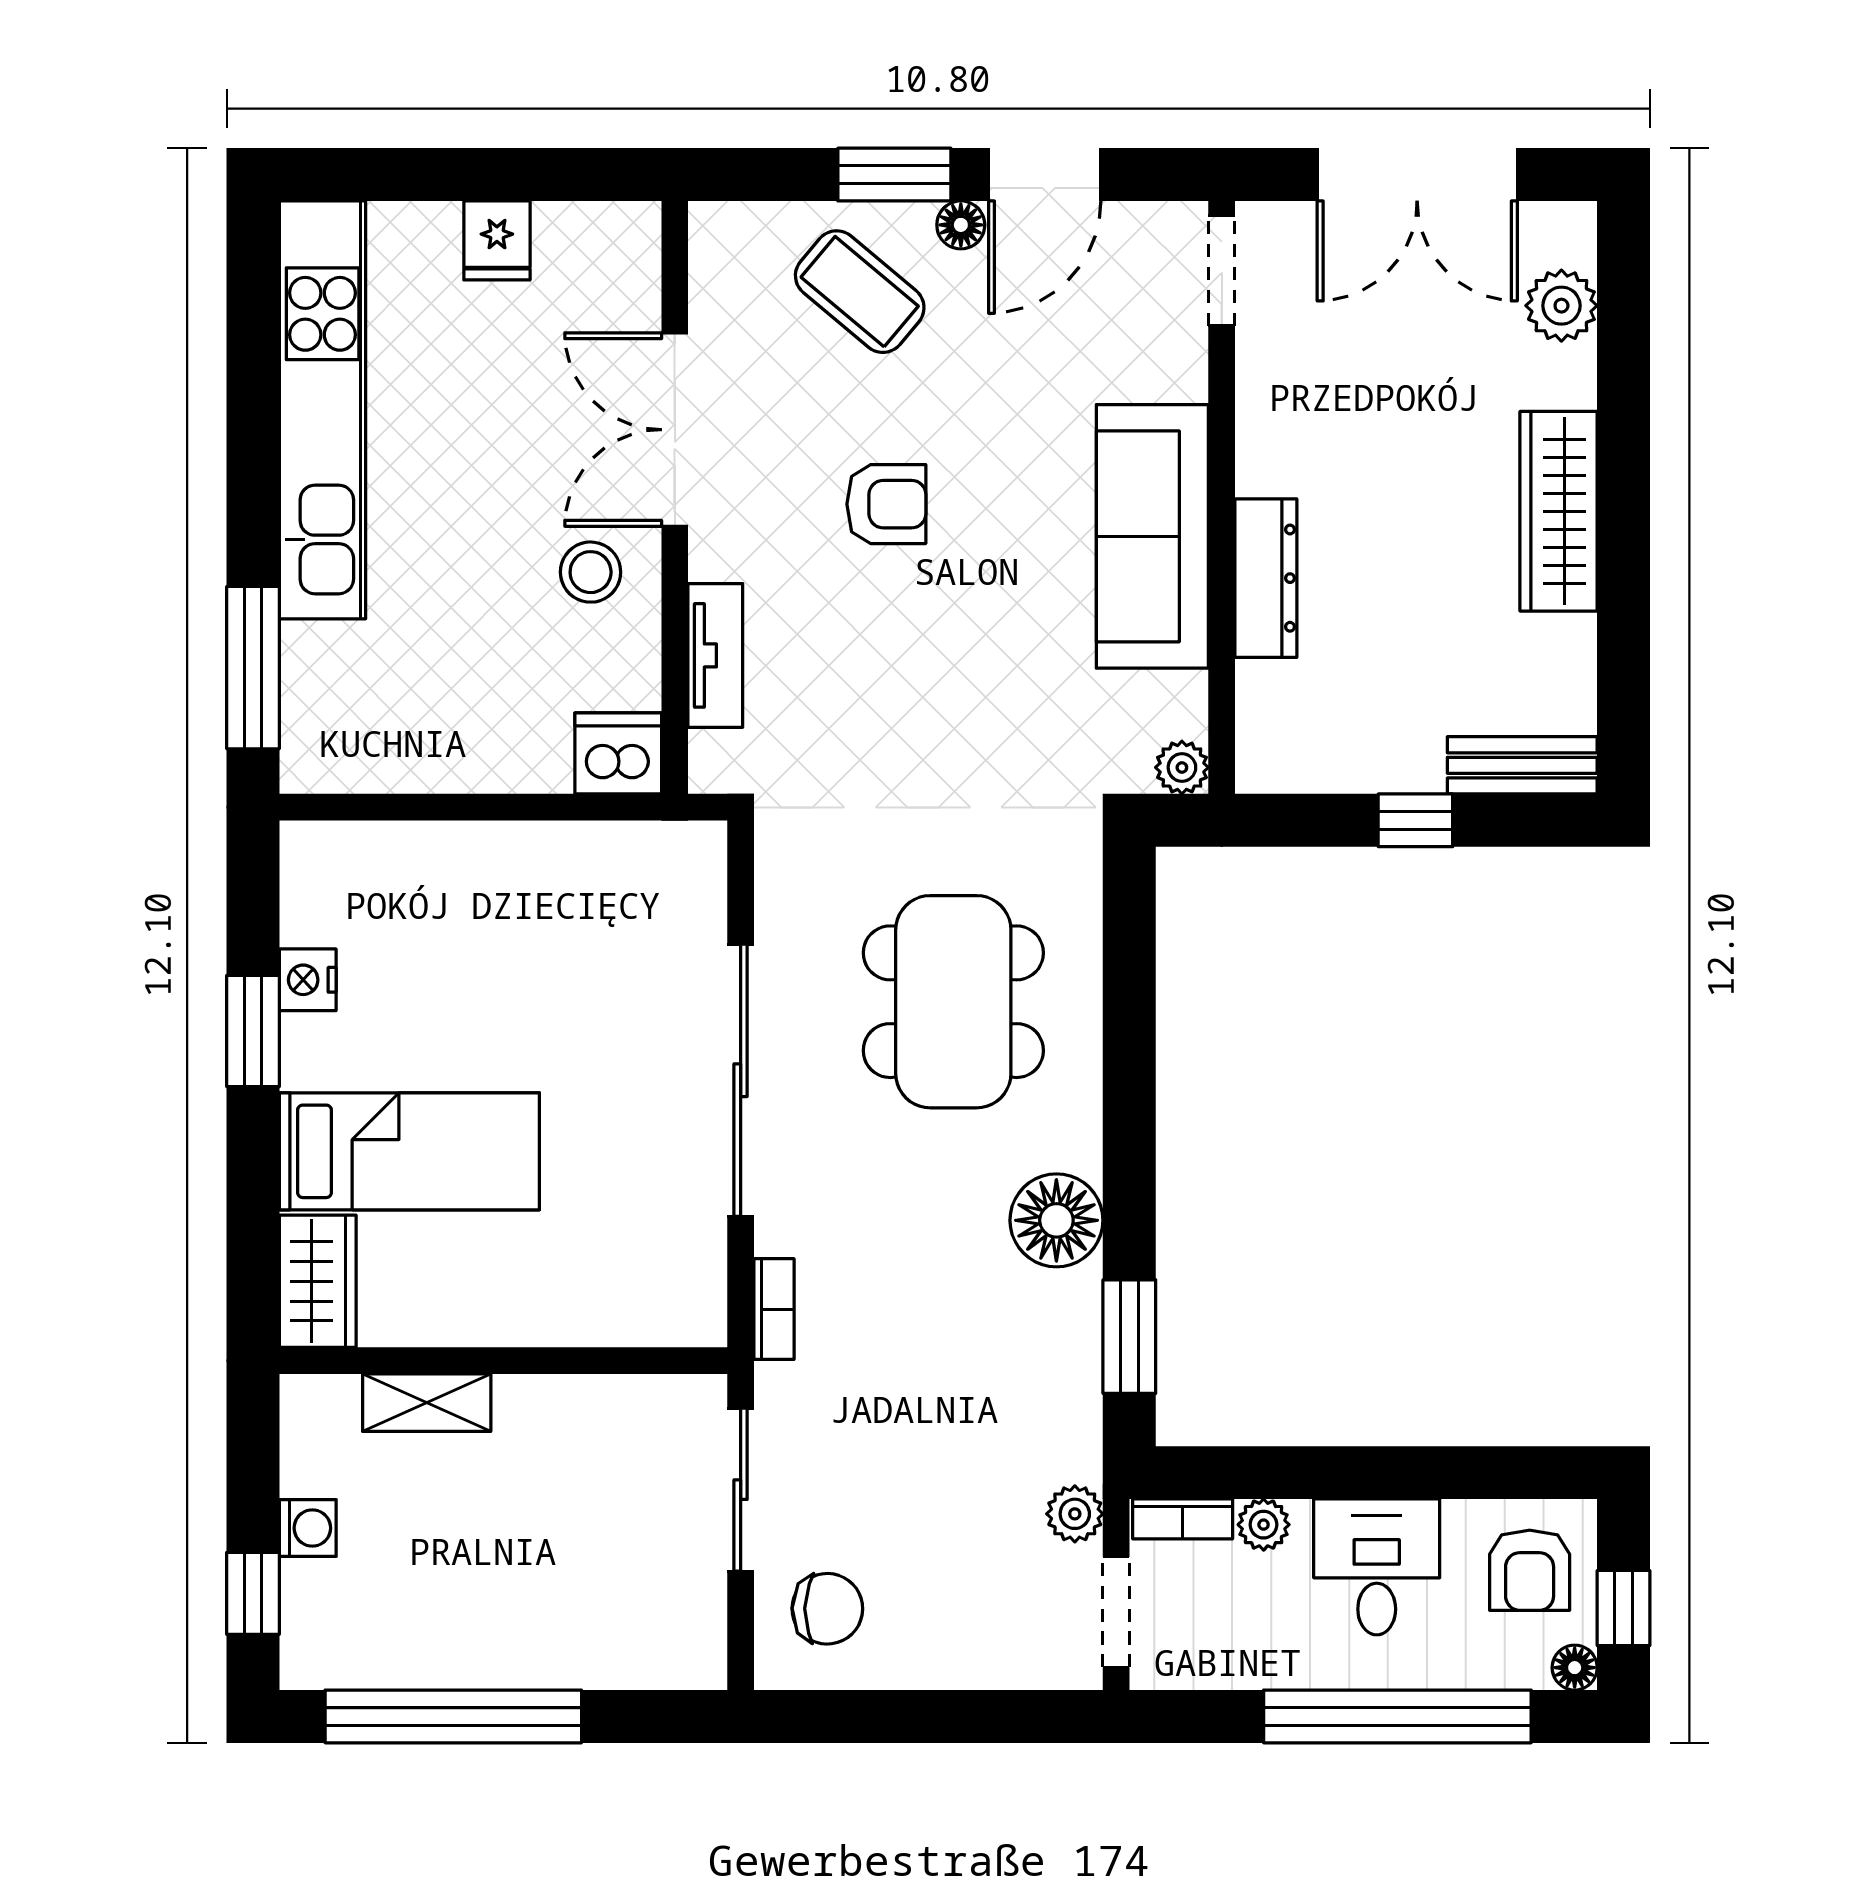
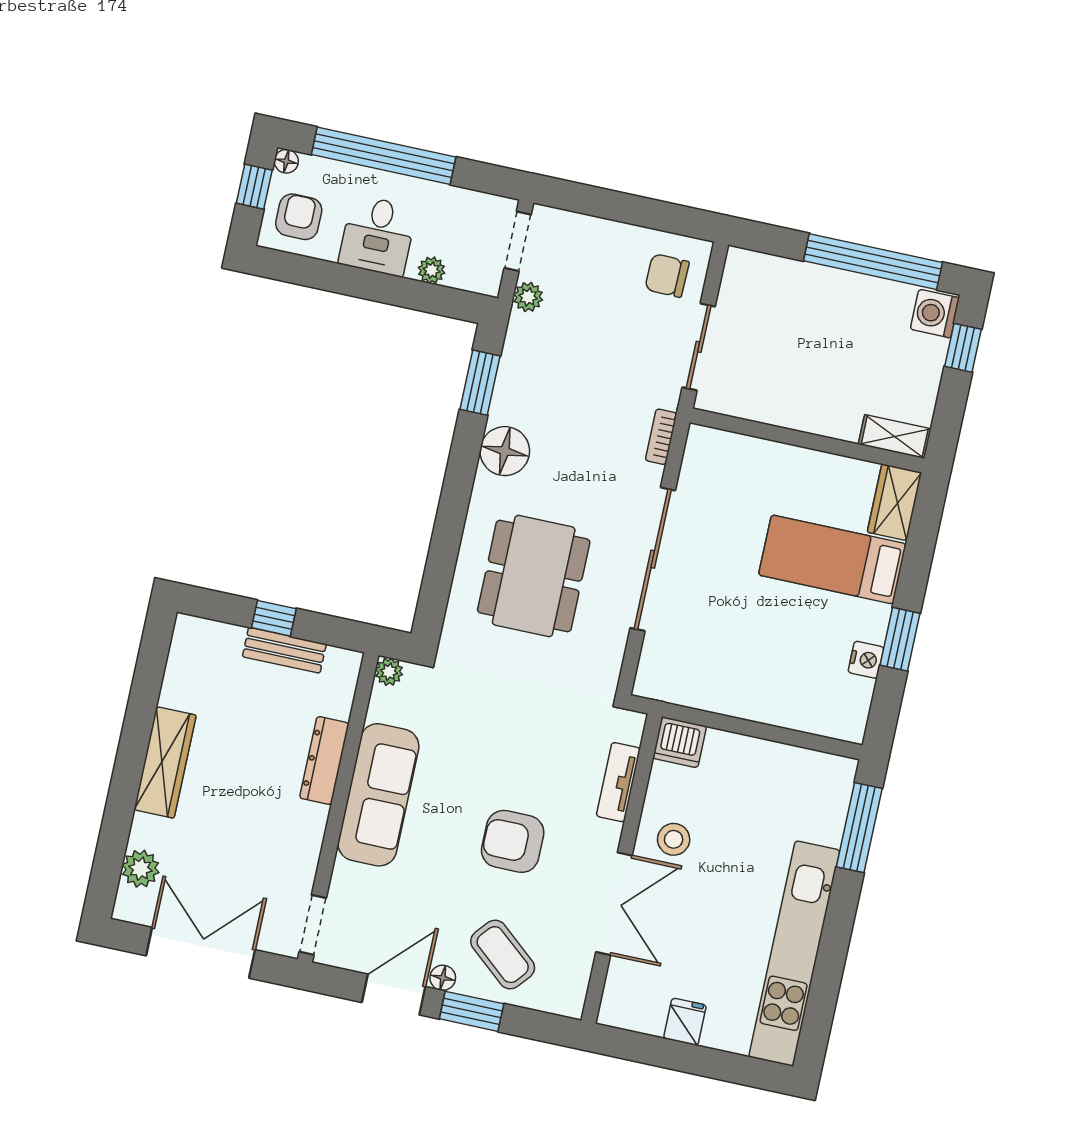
armchair: (886, 504) -> (513, 841), width x1.38, depth x1.38
bench: (1522, 765) -> (284, 650), moved
shelving: (427, 1403) -> (895, 437), moved
bookcase: (1183, 1519) -> (473, 282), removed
washing machine: (308, 1528) -> (935, 314), moved, width x1.38, depth x1.38

